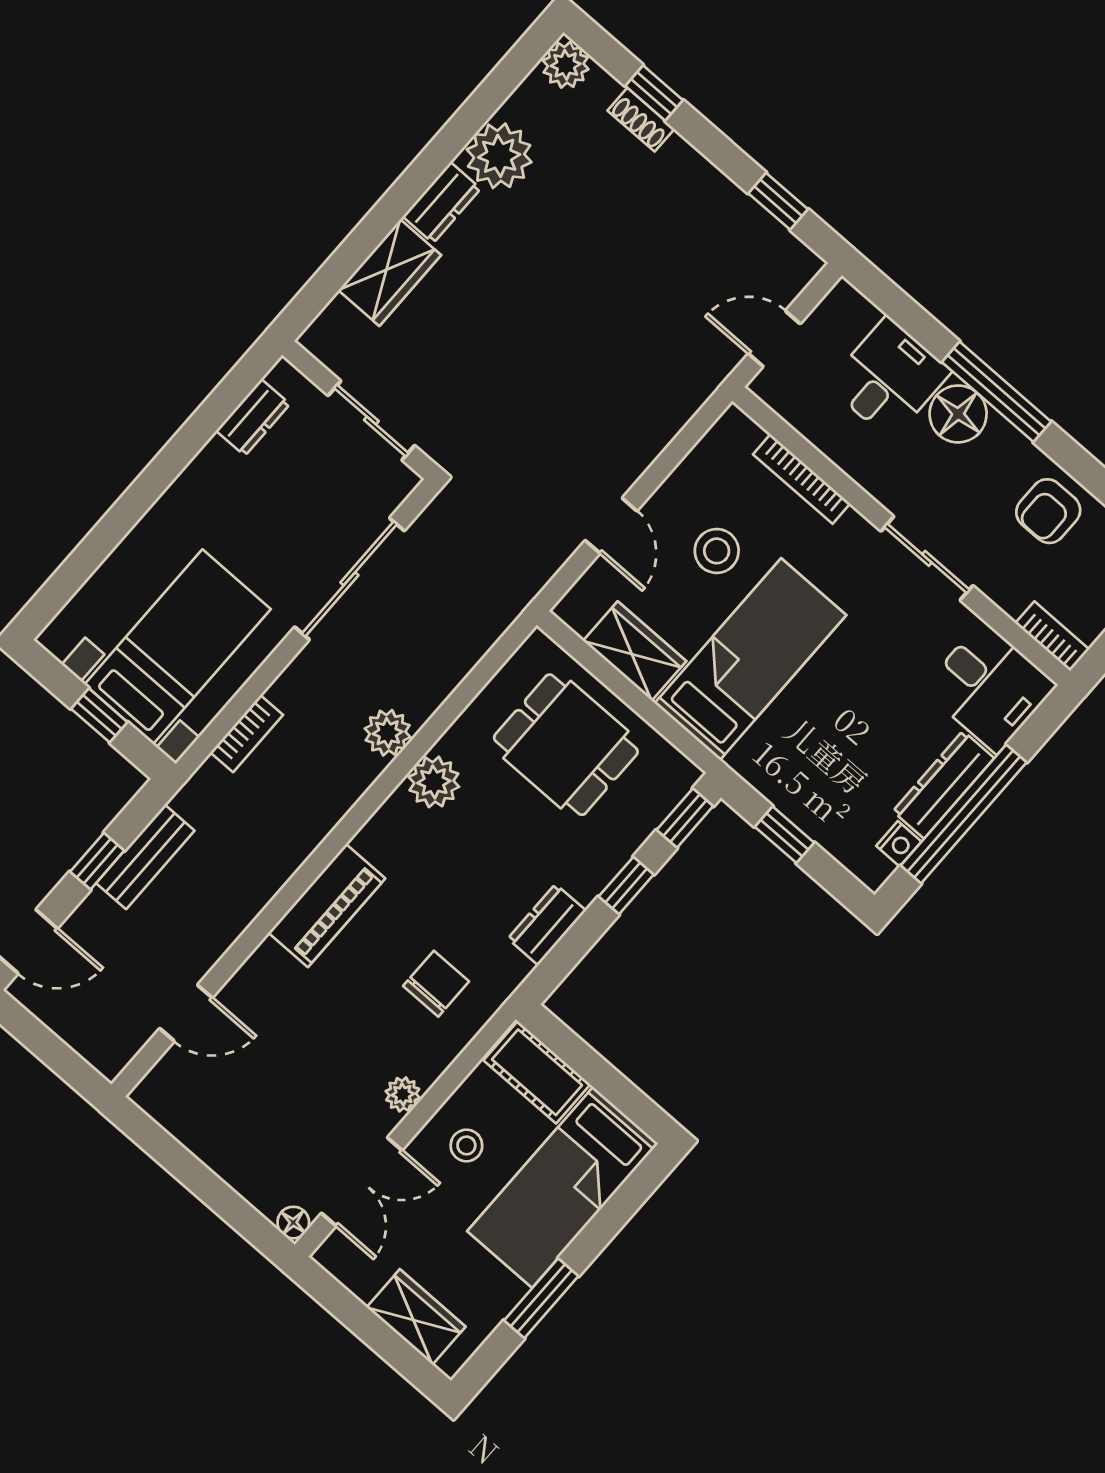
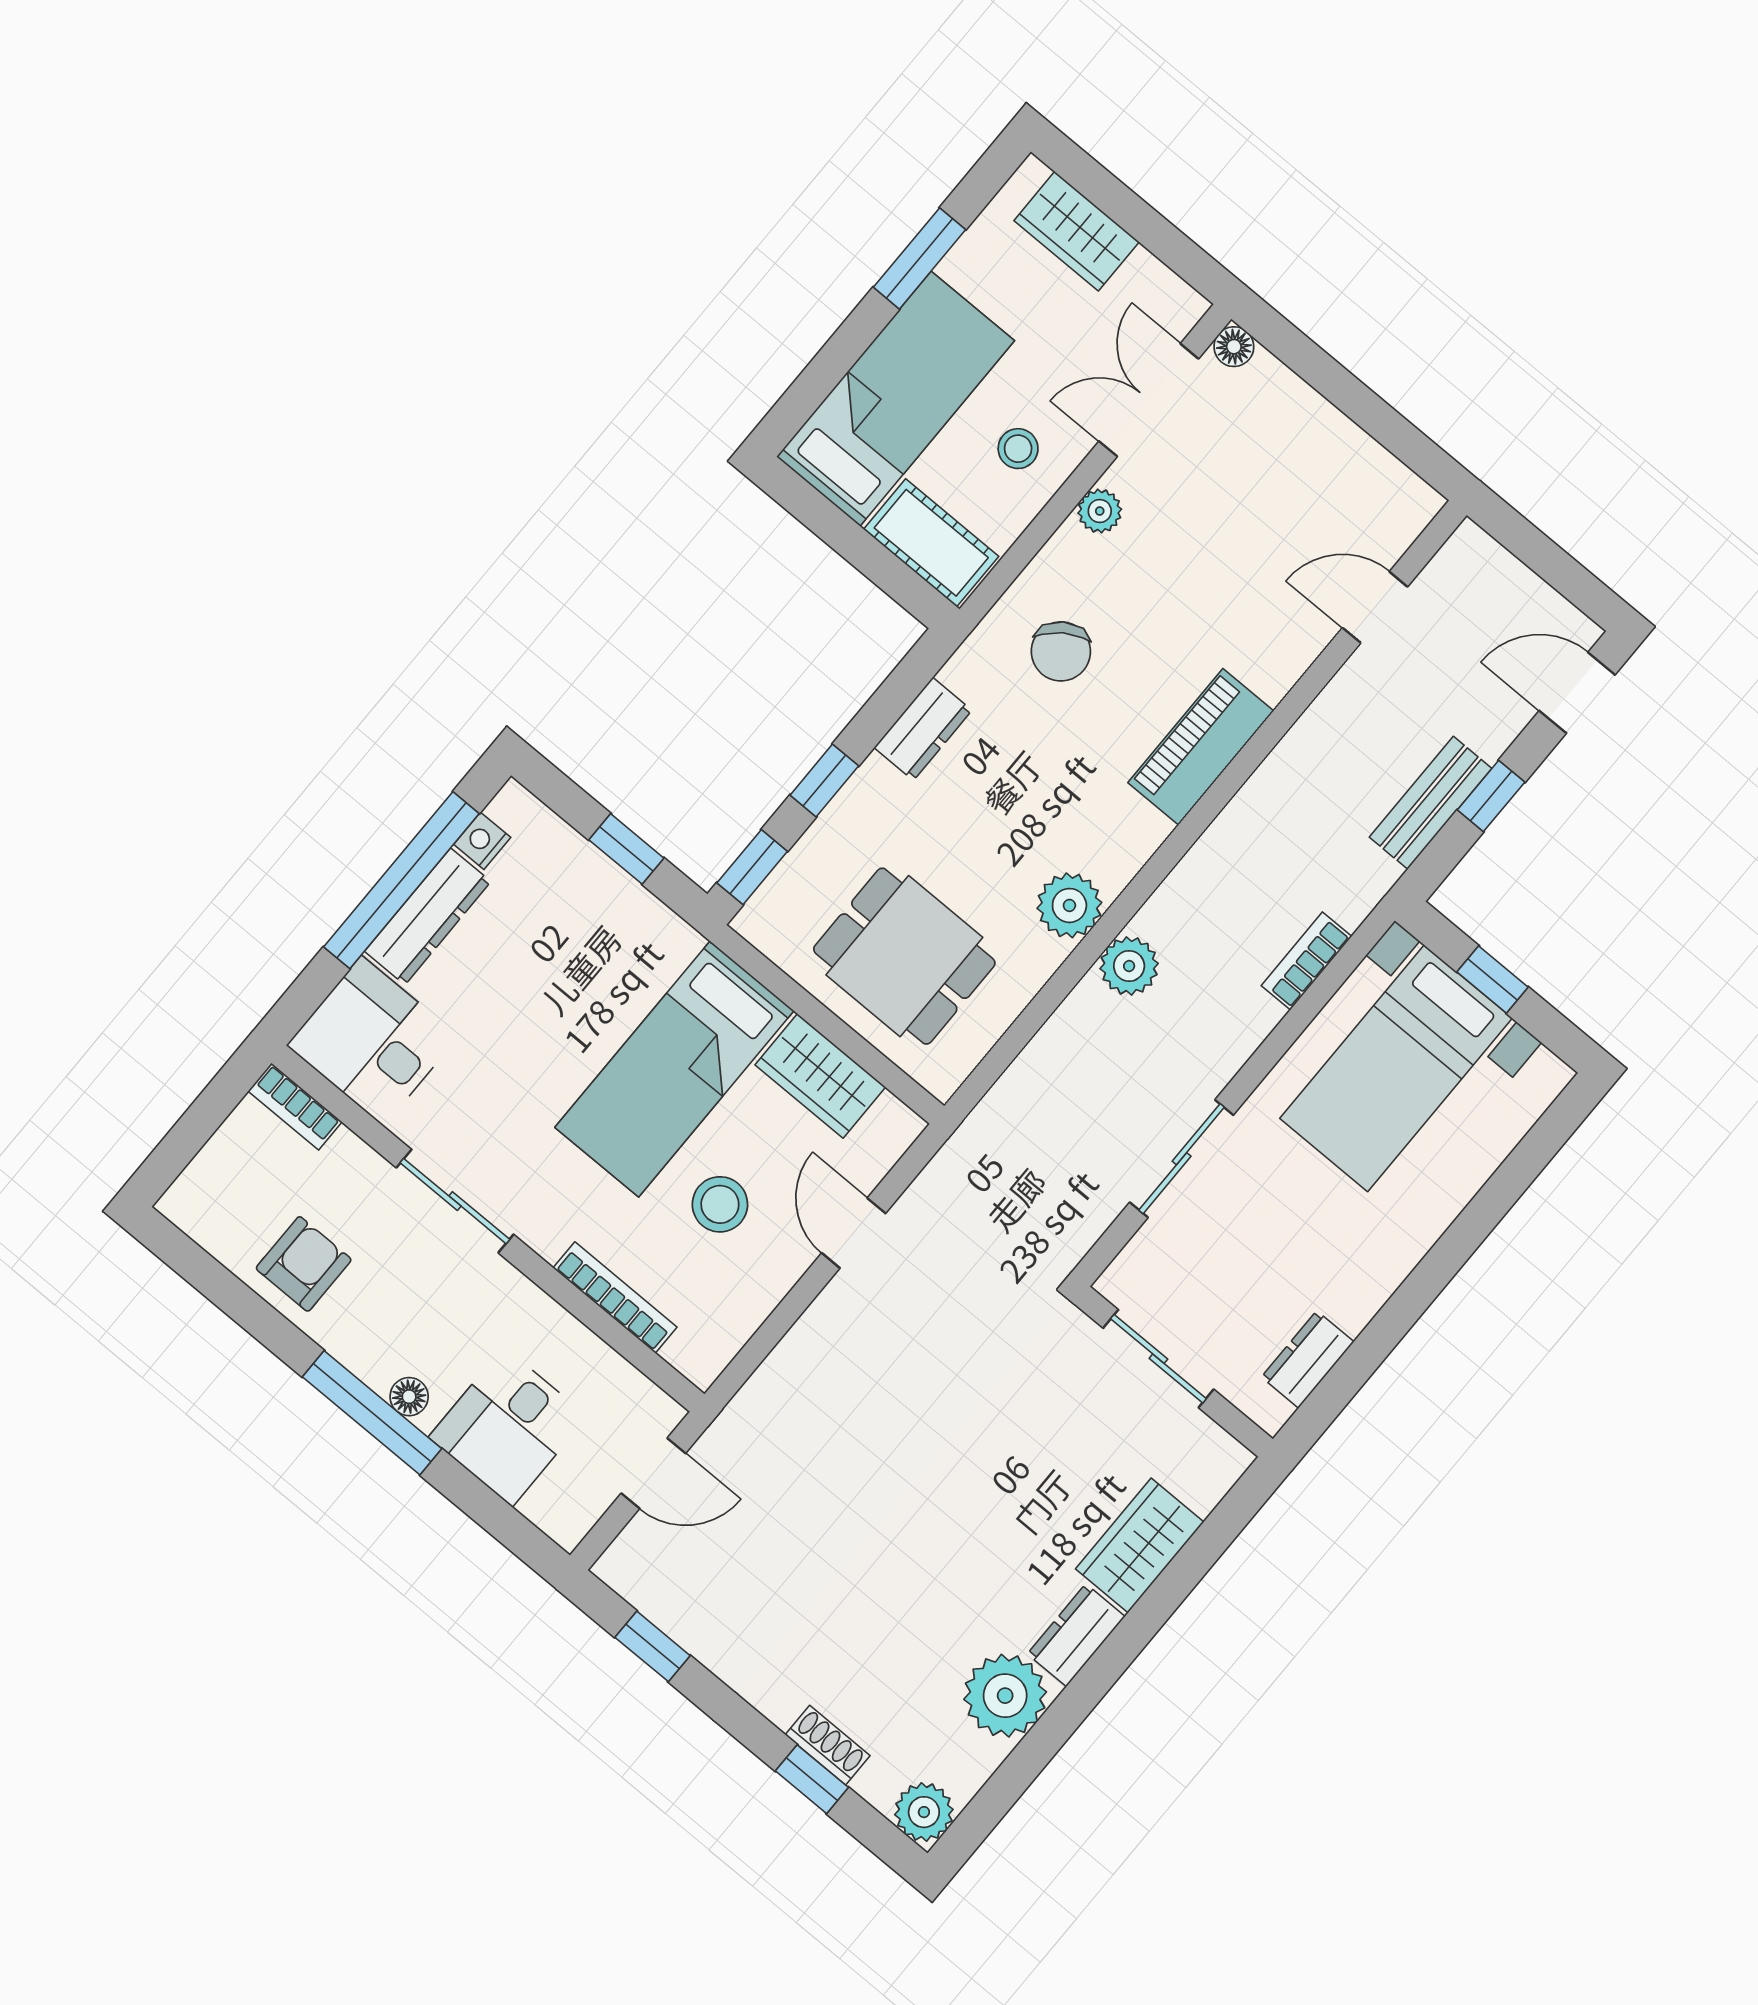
floor lamp: (958, 414) -> (409, 1397), width x0.53, depth x0.53
sliding door: (349, 579) -> (1182, 1159), width x0.73
chair: (436, 984) -> (1061, 651), turned -35

